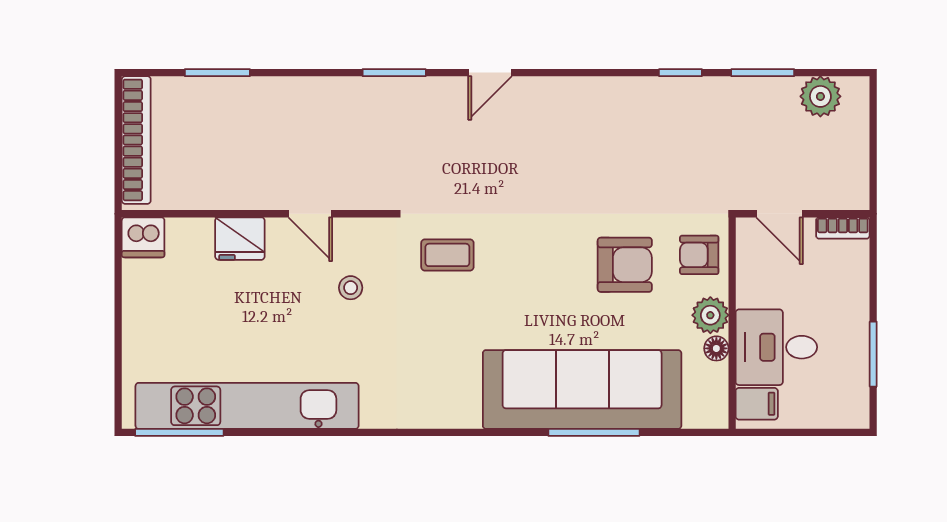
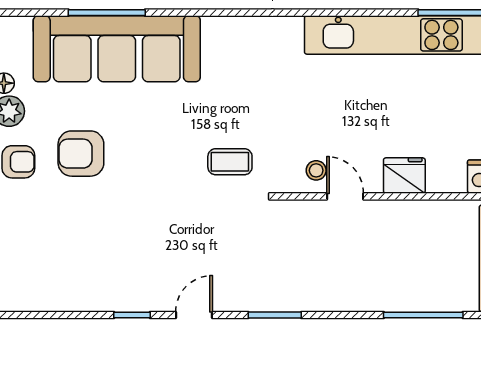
window: (217, 73) -> (423, 315), width x1.44
window: (680, 73) -> (132, 315), moved
stool: (351, 288) -> (316, 170), moved

